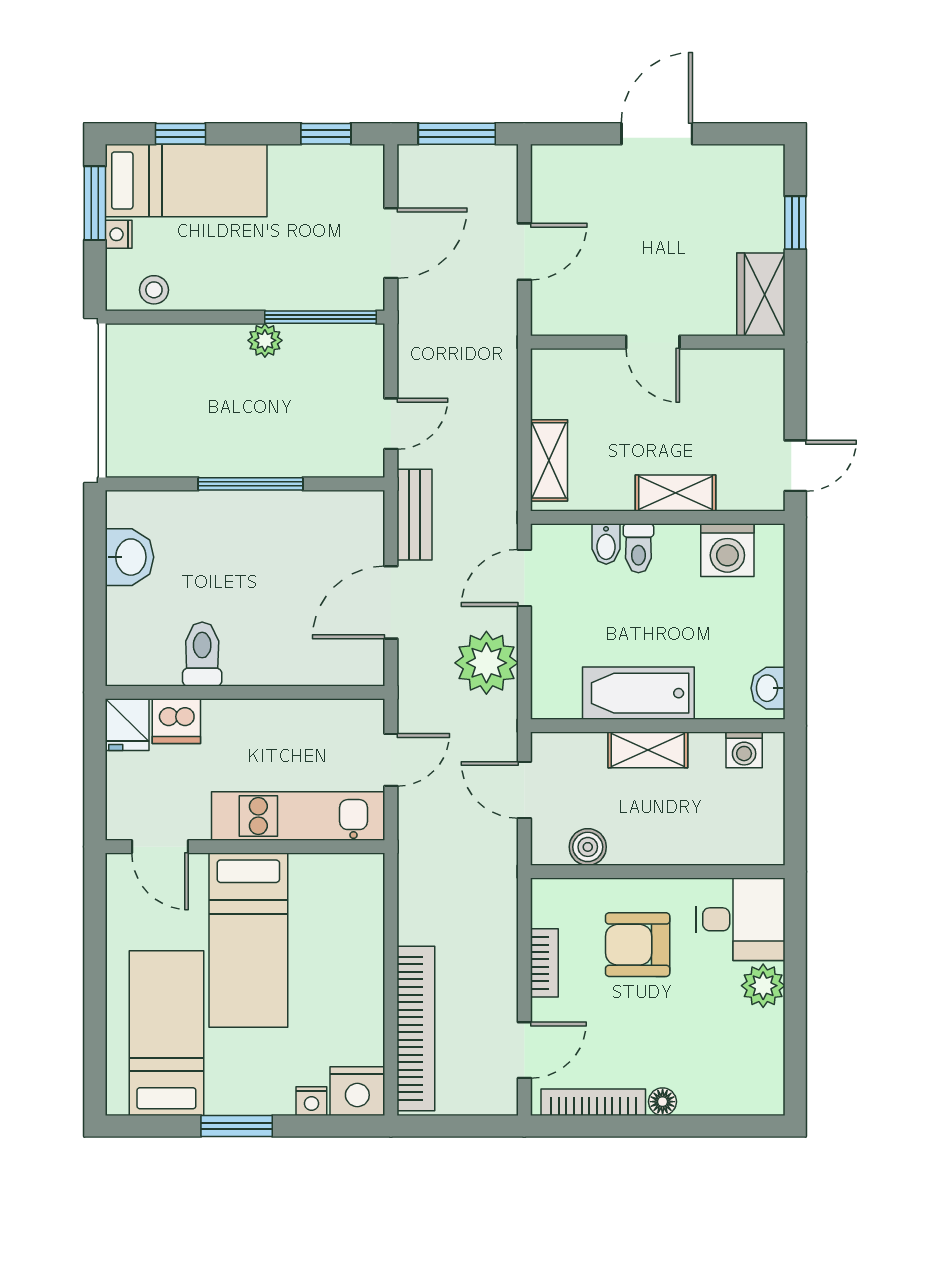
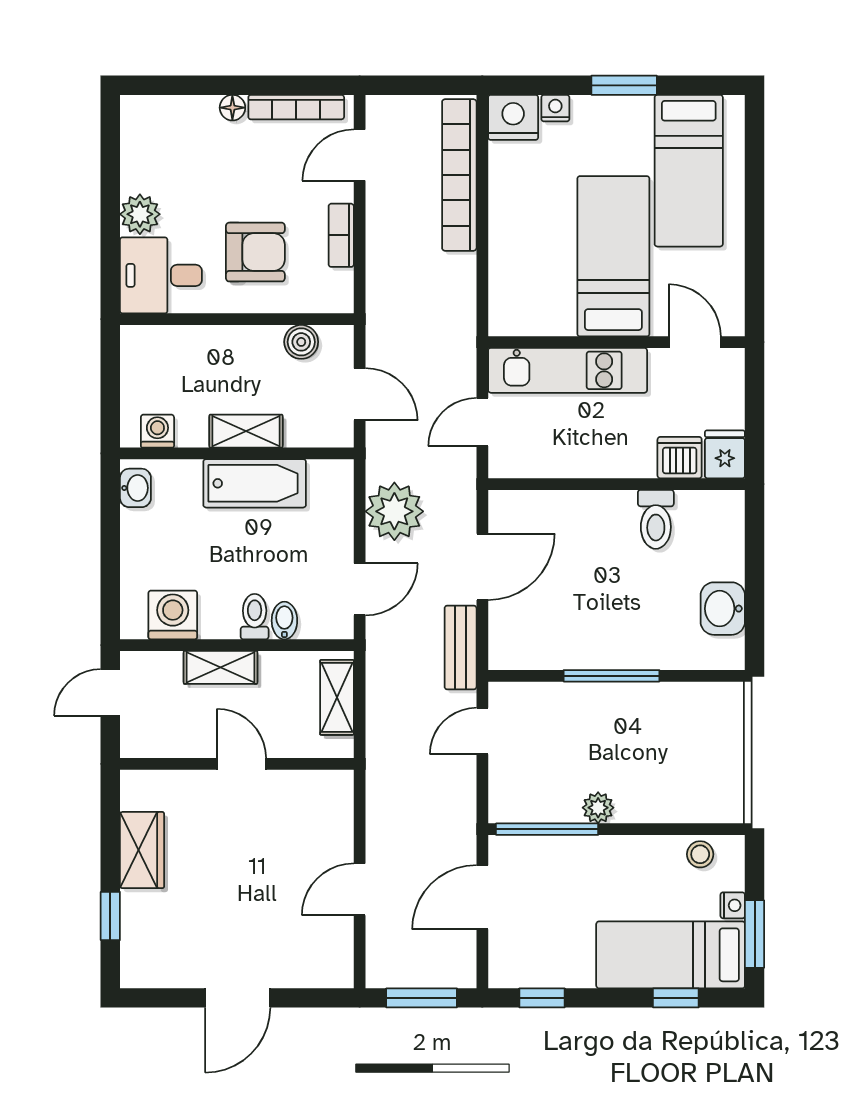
door: (653, 342) -> (241, 764), moved
wall: (658, 342) -> (237, 764), moved

